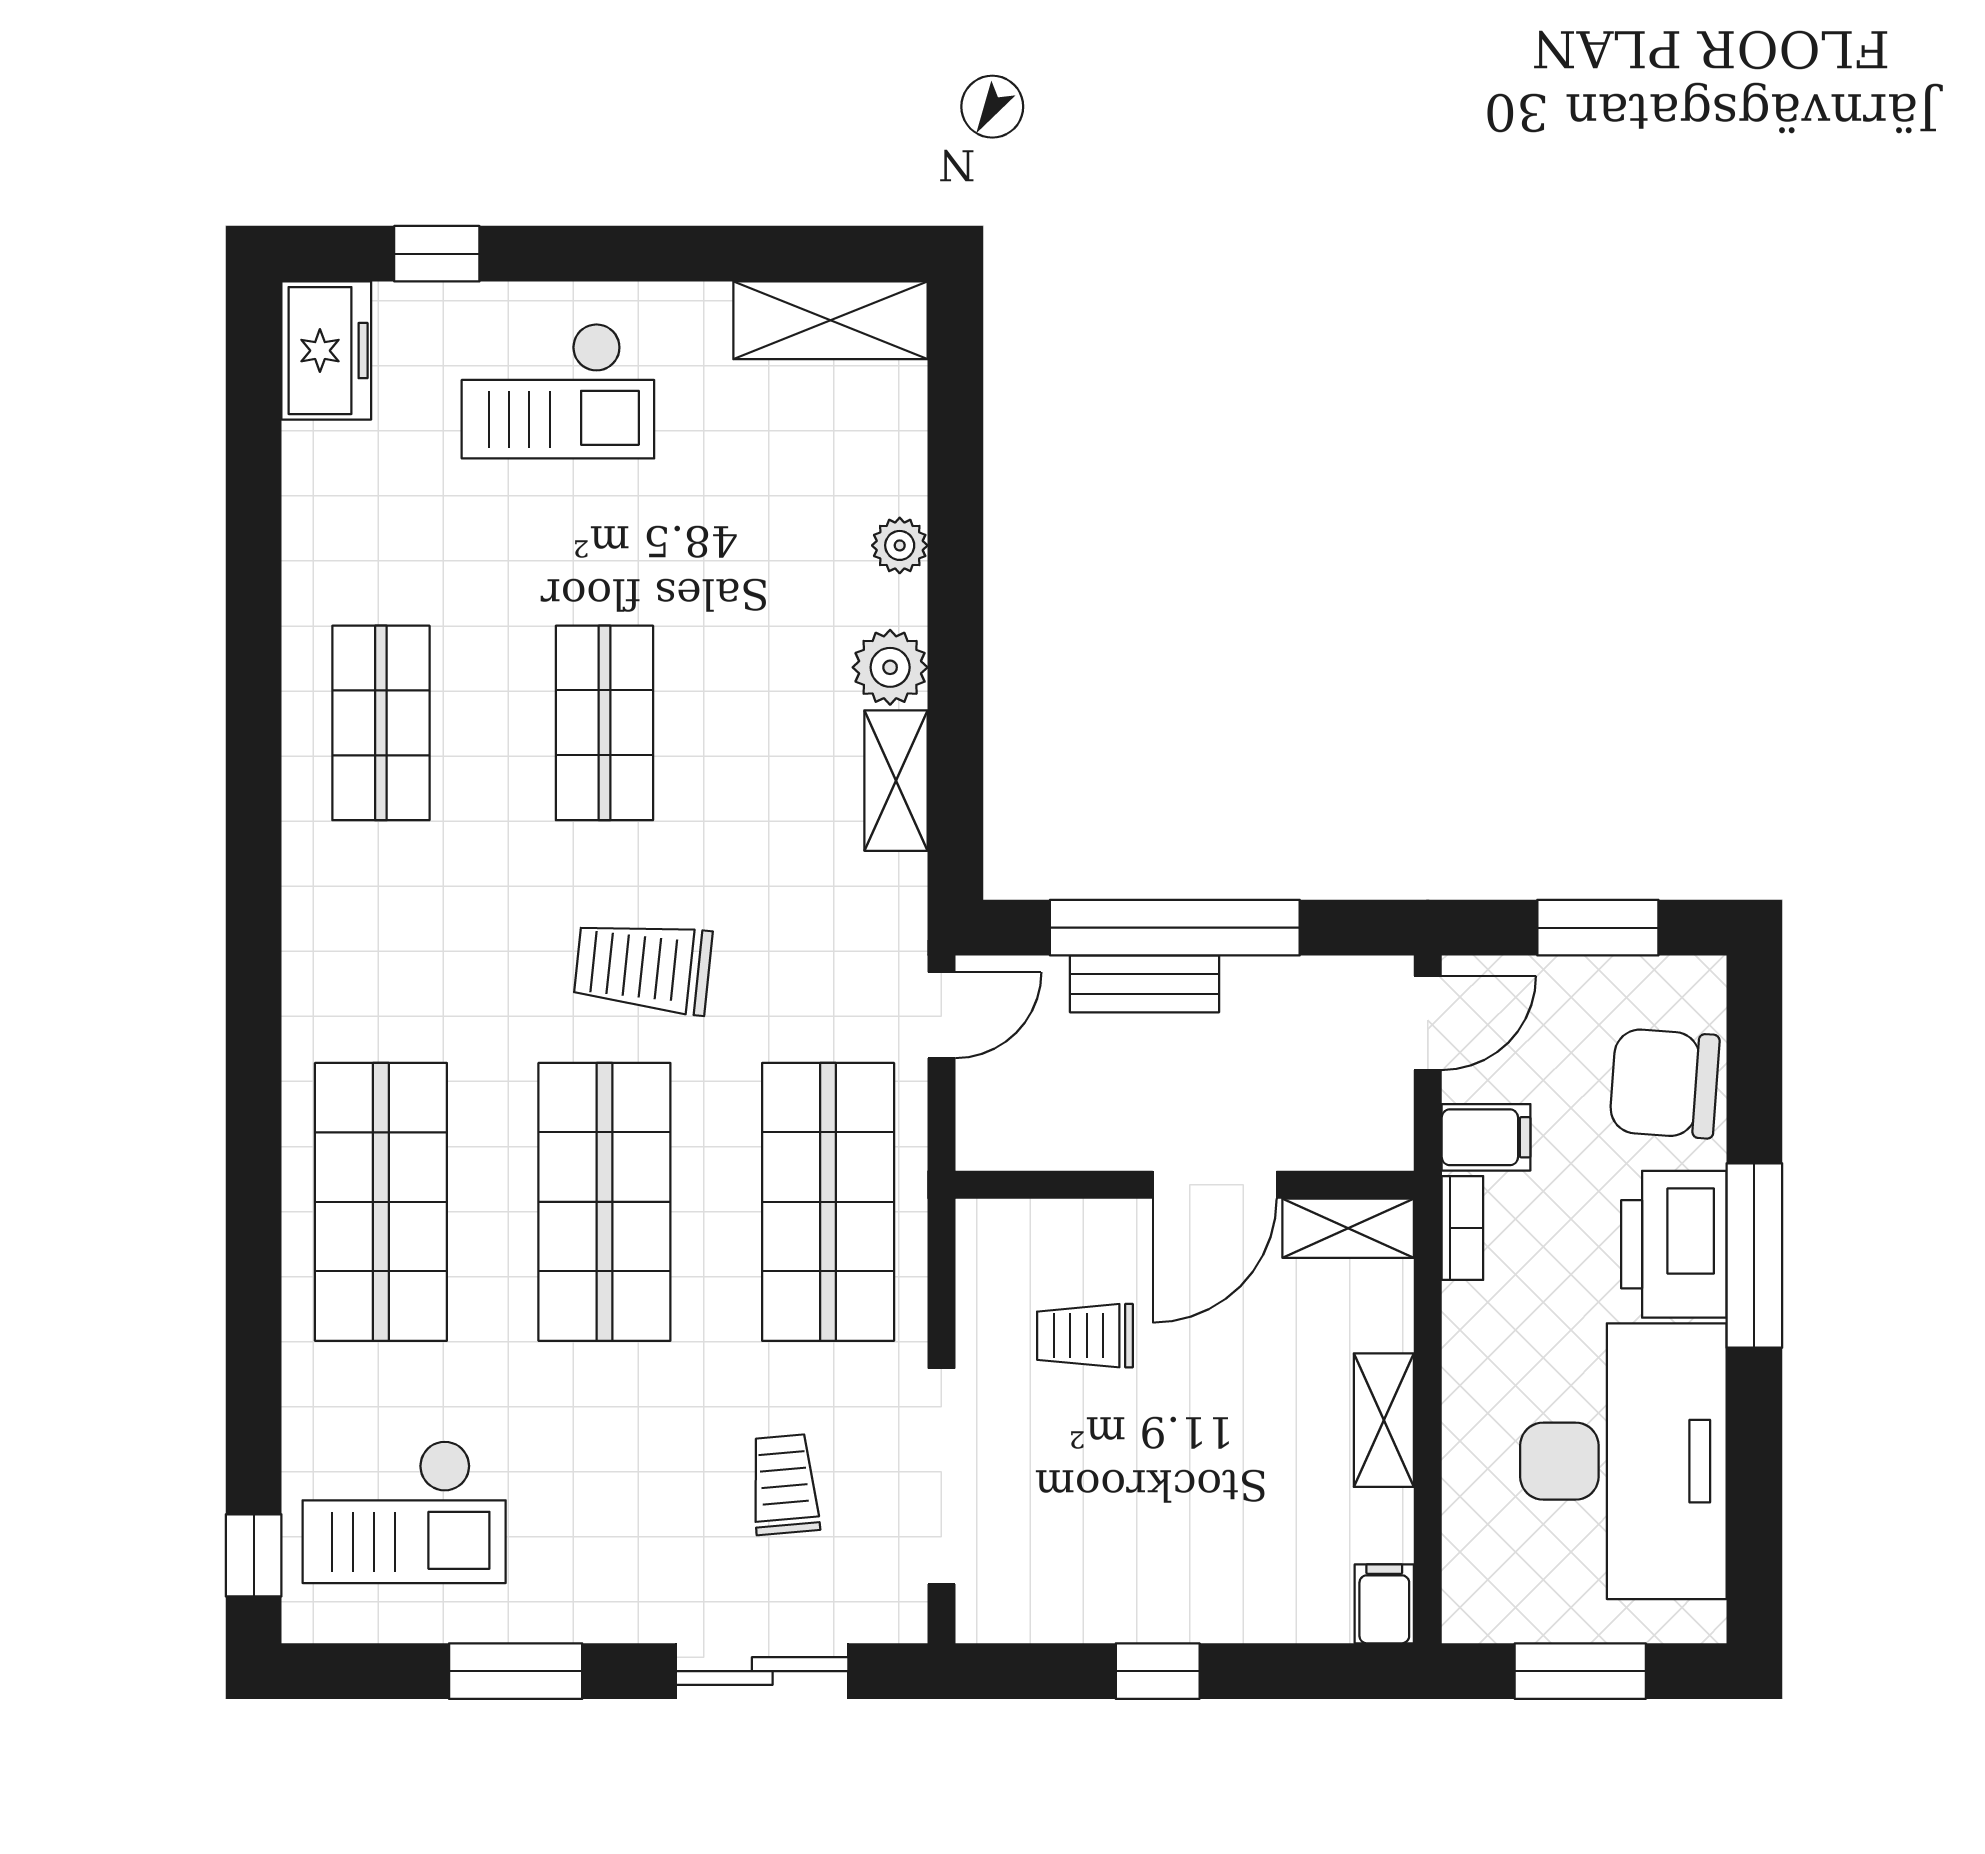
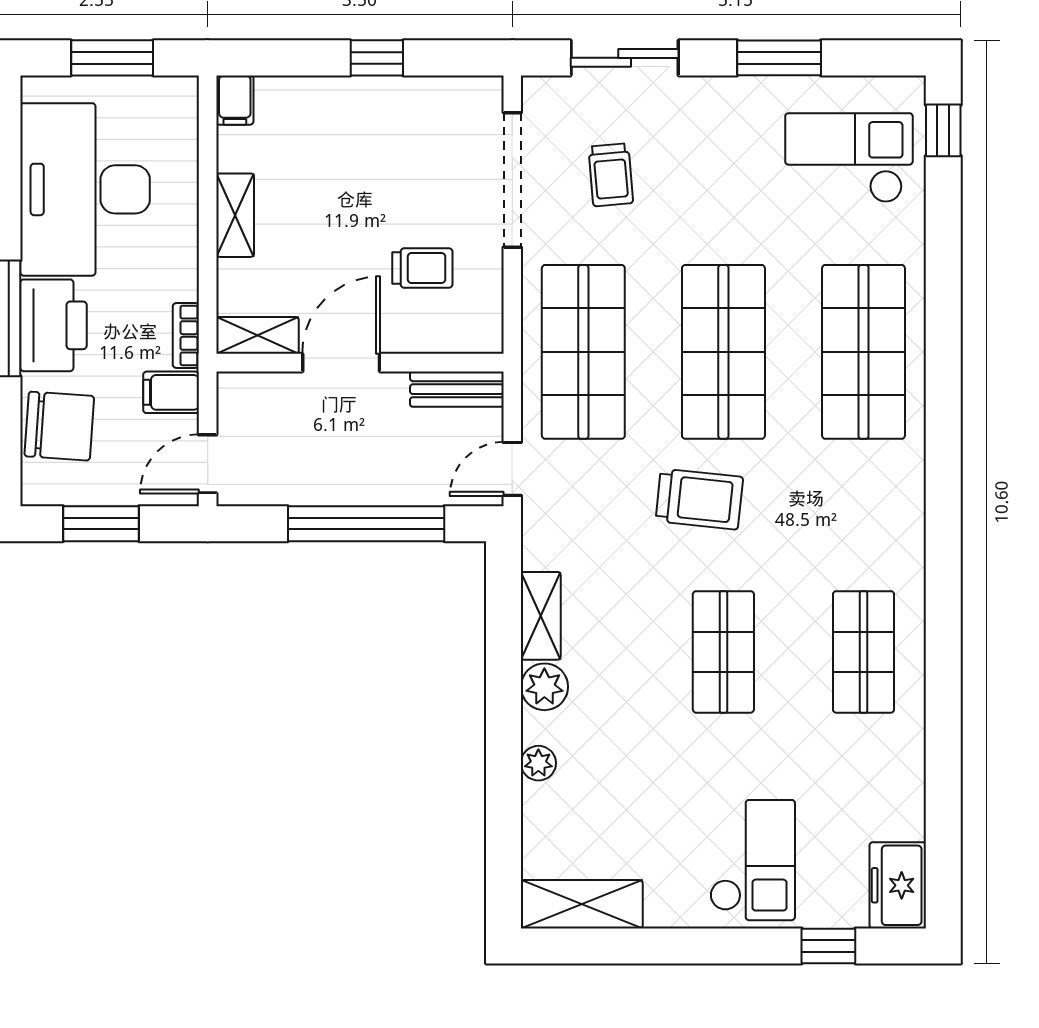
checkout: (558, 391) -> (753, 860), turned 90
bench: (1145, 984) -> (457, 389), moved

